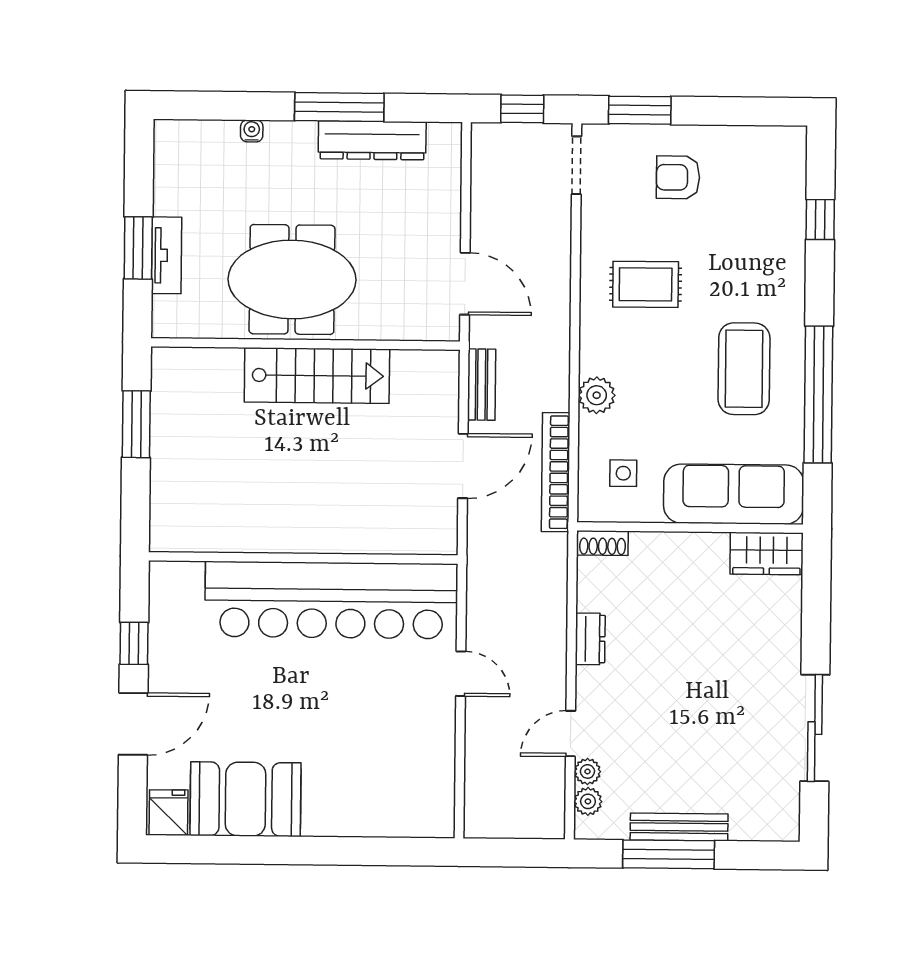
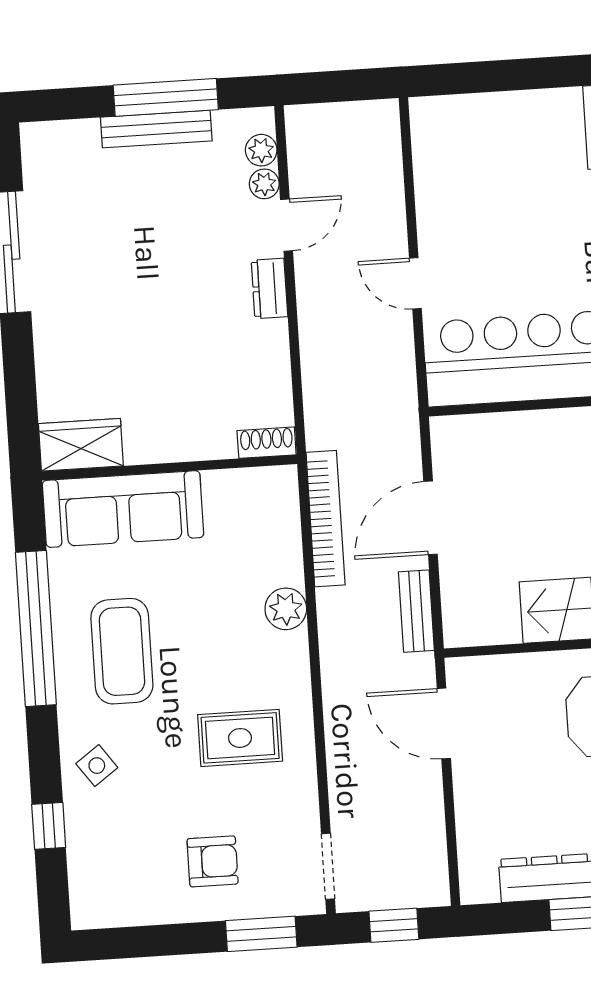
side table: (623, 473) -> (97, 766), moved, turned -36
dresser: (590, 639) -> (269, 288), moved

